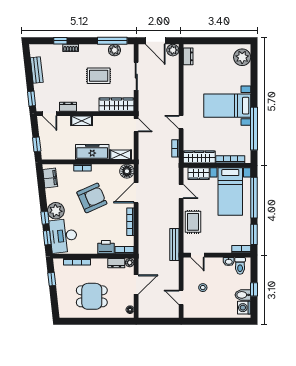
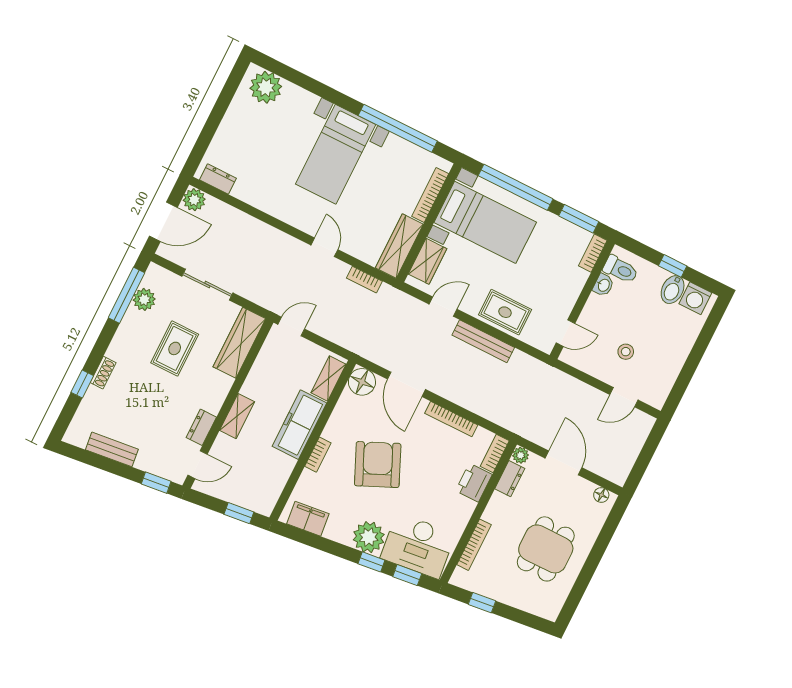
door: (181, 122) -> (324, 247), swing flipped
bench: (174, 245) -> (483, 341), moved

